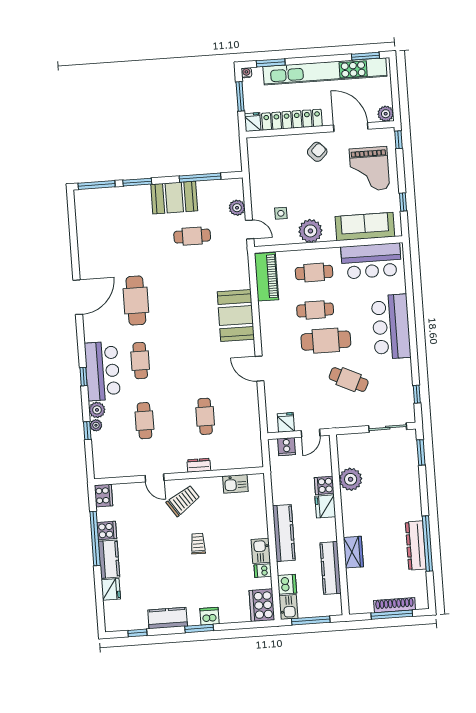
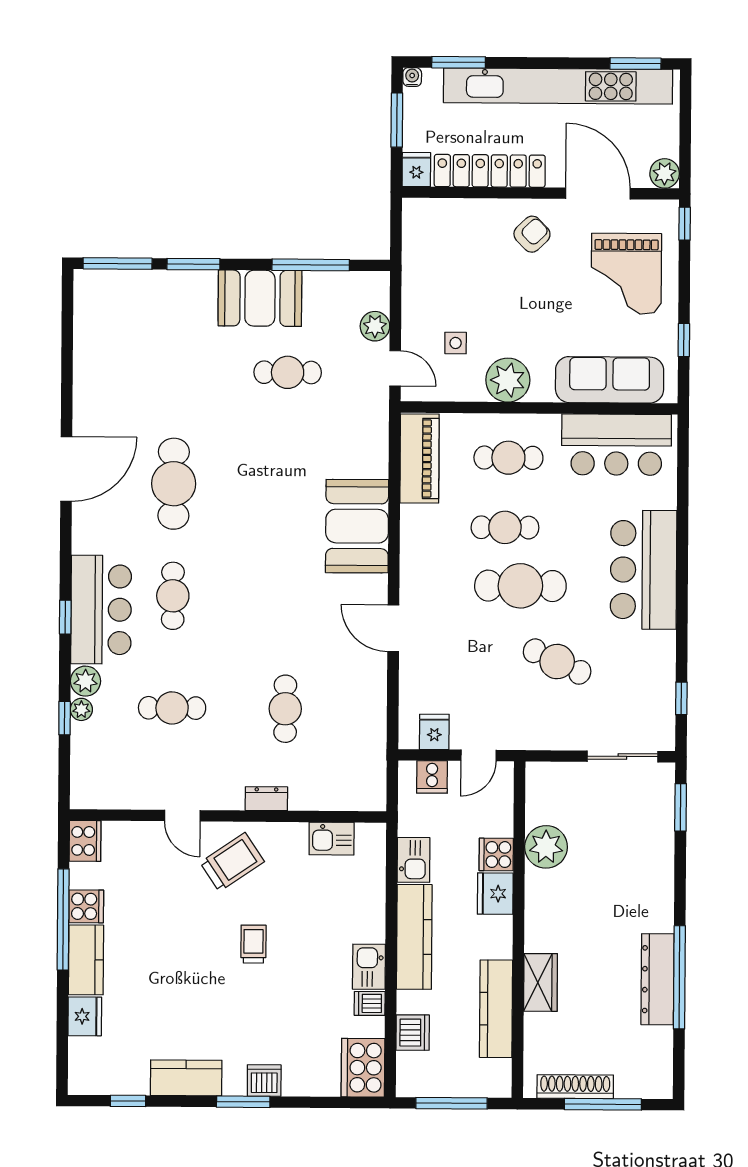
cafe table: (144, 421) -> (172, 708), turned 90
shoe rack: (395, 605) -> (575, 1087), moved
kitchen sink: (288, 607) -> (414, 860), moved

